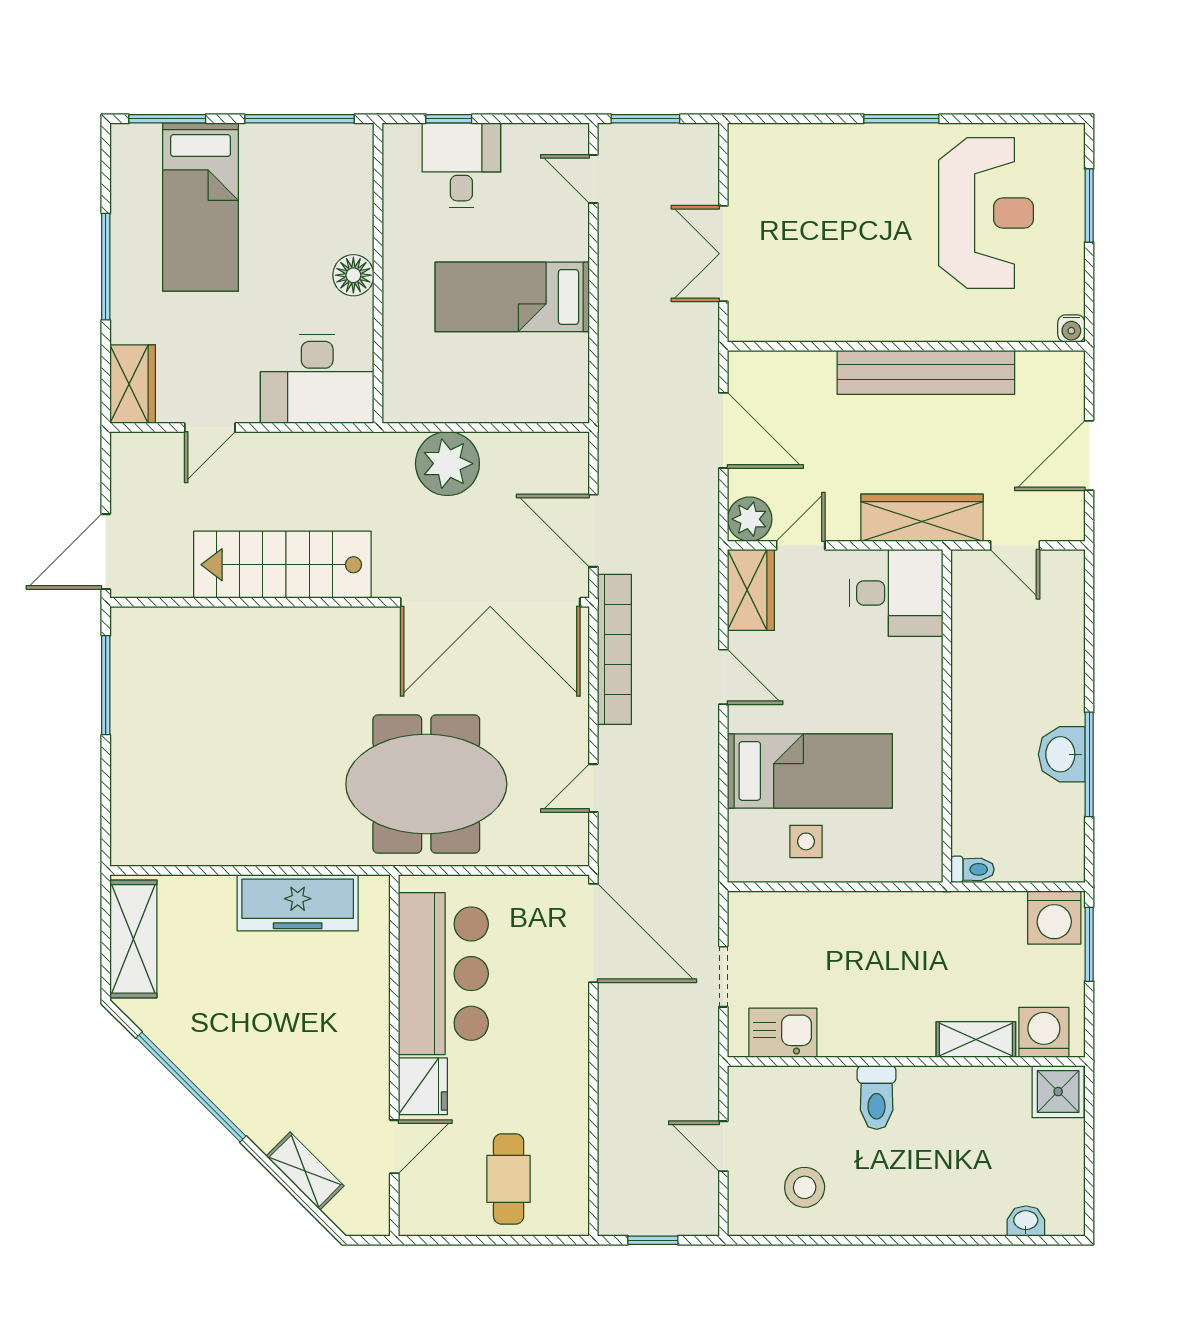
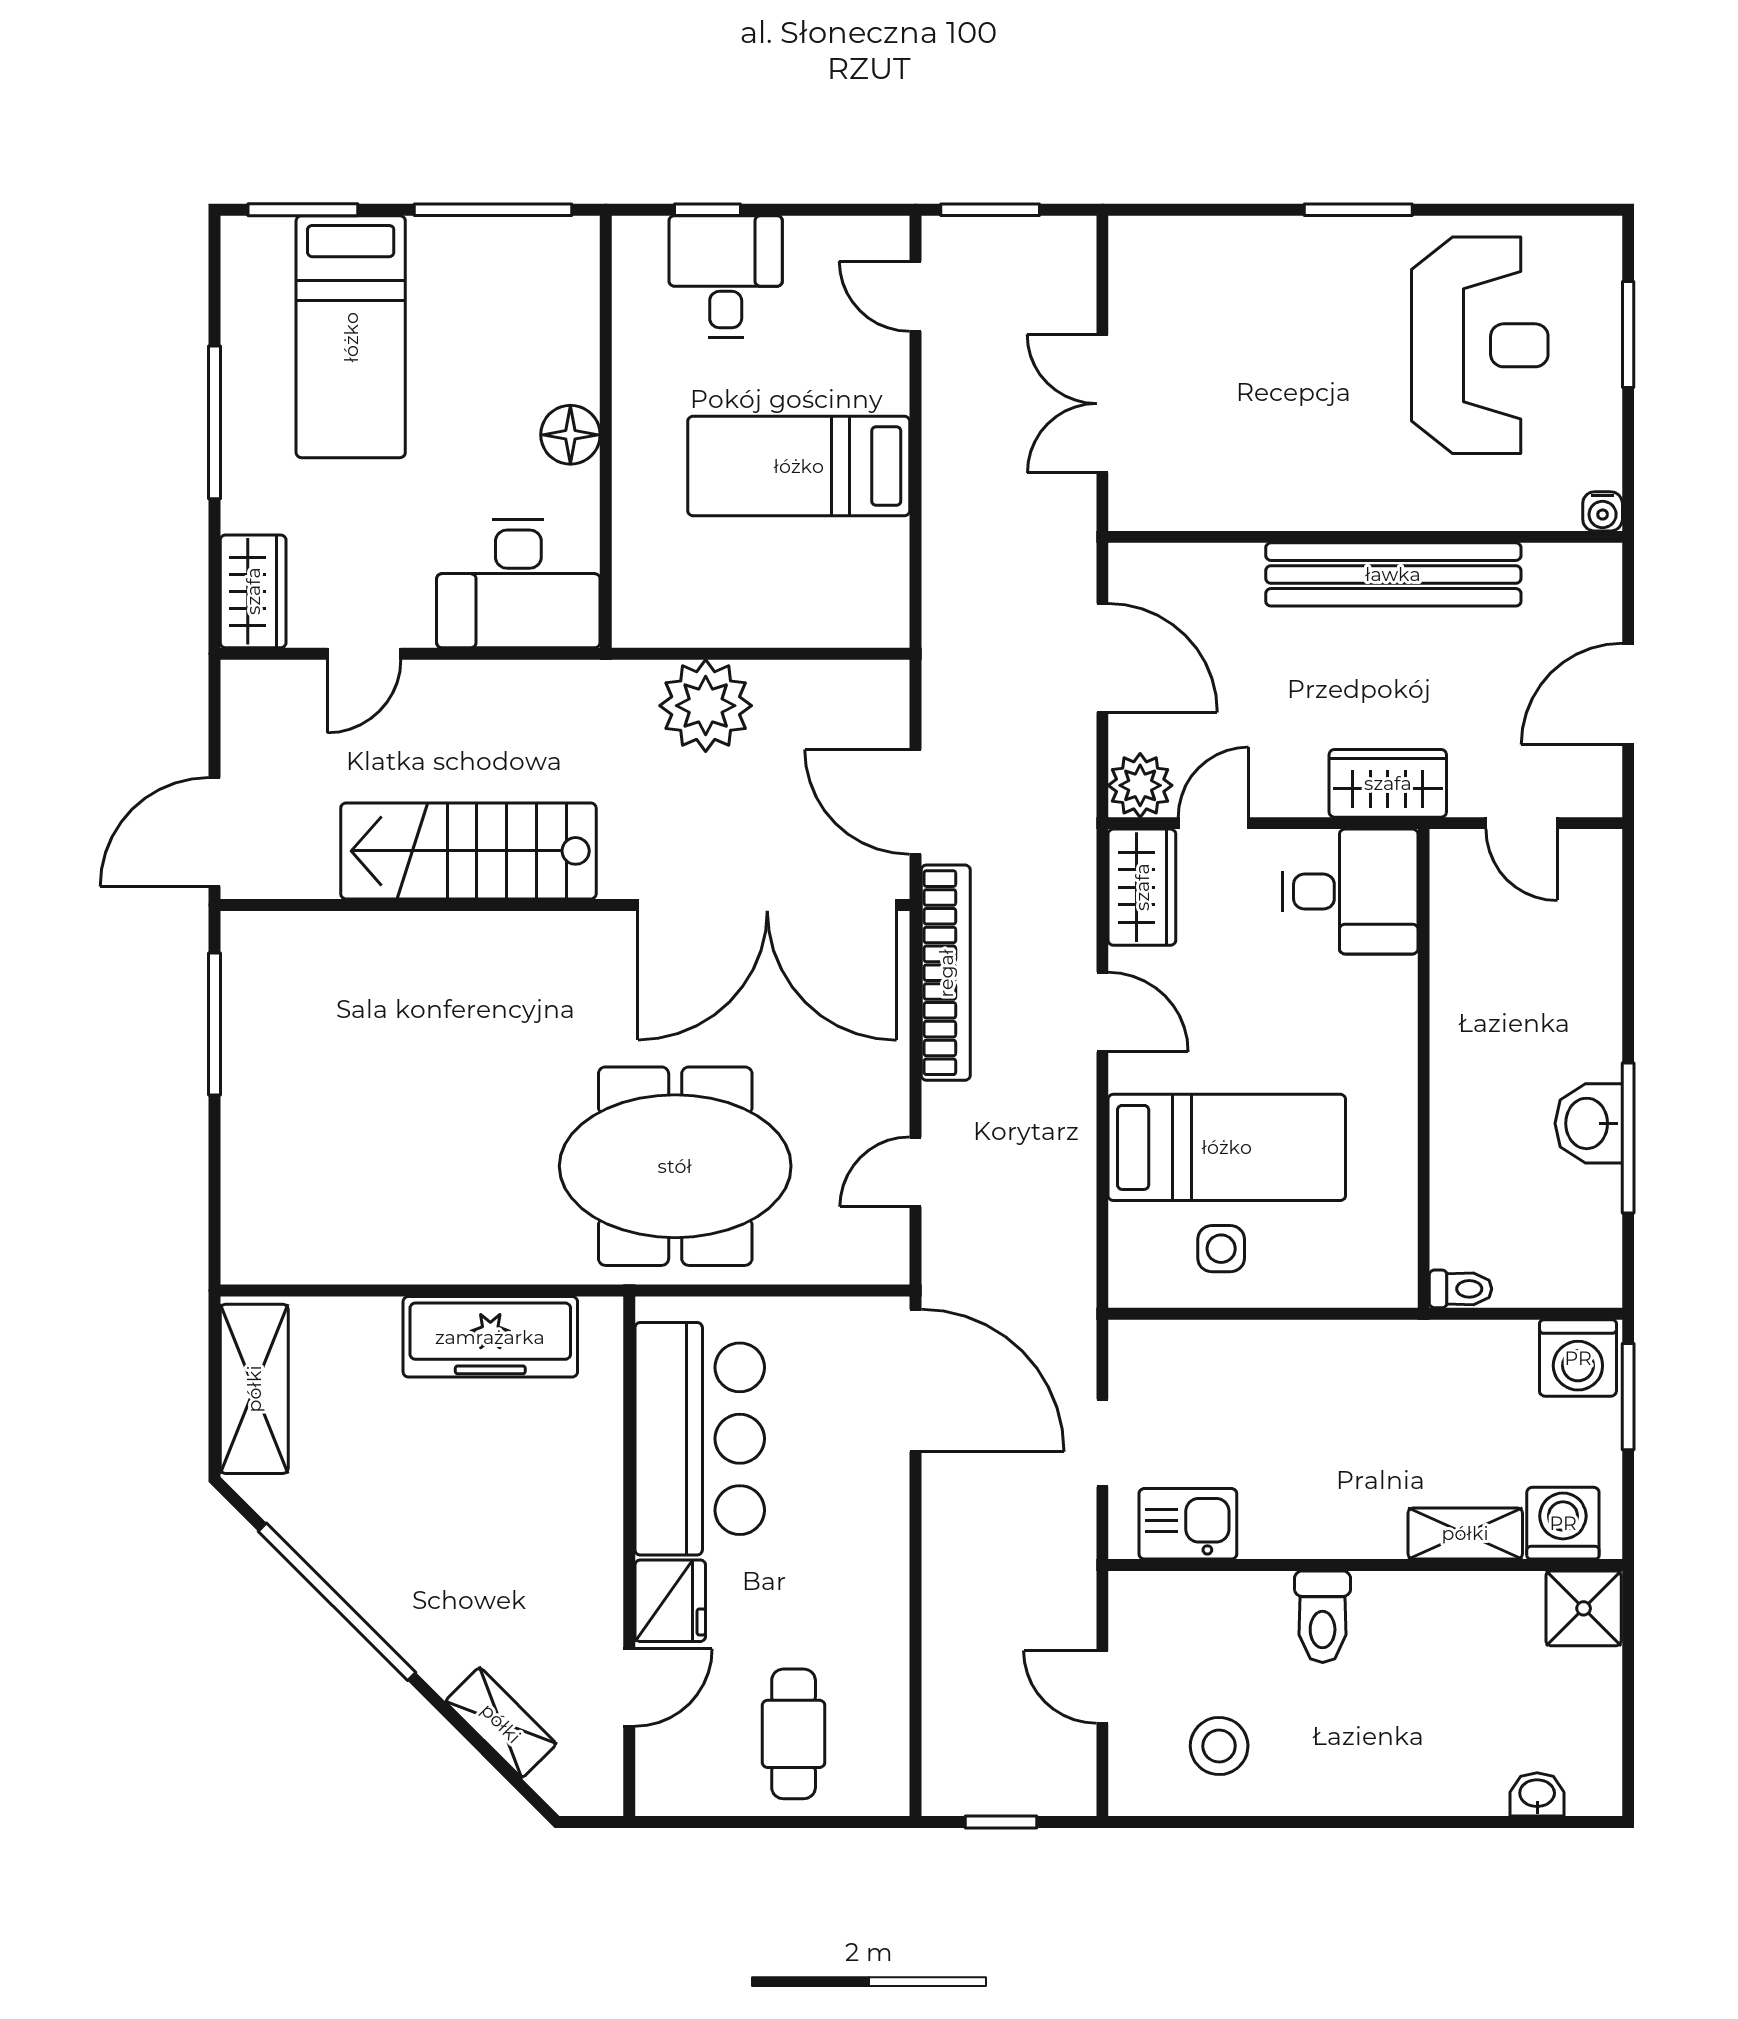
wardrobe: (922, 518) -> (1388, 783), width x0.67

